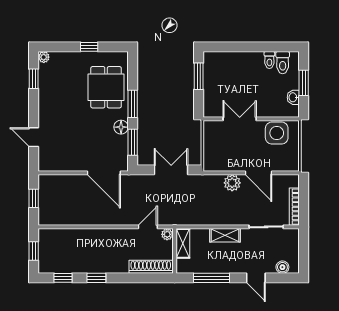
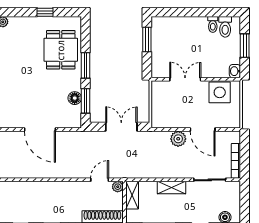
washbasin: (293, 97) -> (235, 71), moved
floor lamp: (121, 127) -> (75, 98), moved
door: (104, 173) -> (40, 130), moved

